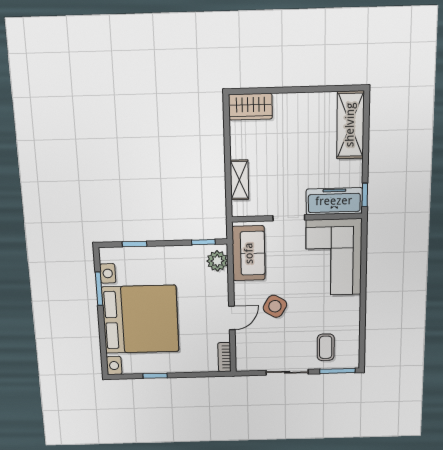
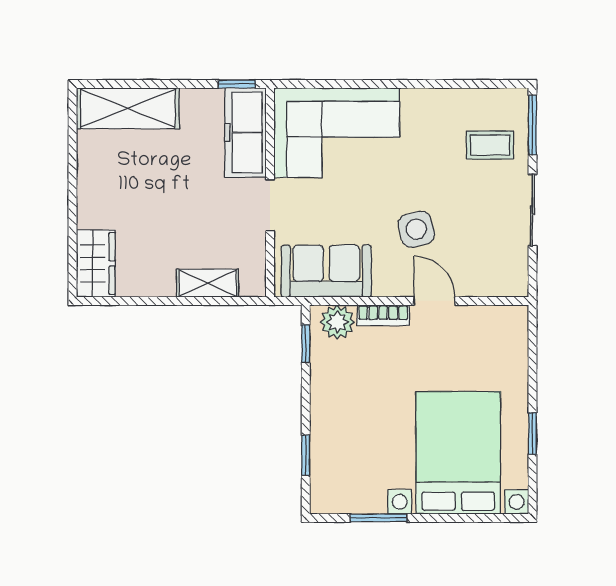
side table: (275, 306) -> (416, 229), turned 45
bed with nightstands: (140, 319) -> (458, 453), width x0.73
bookcase: (224, 357) -> (383, 315), moved

